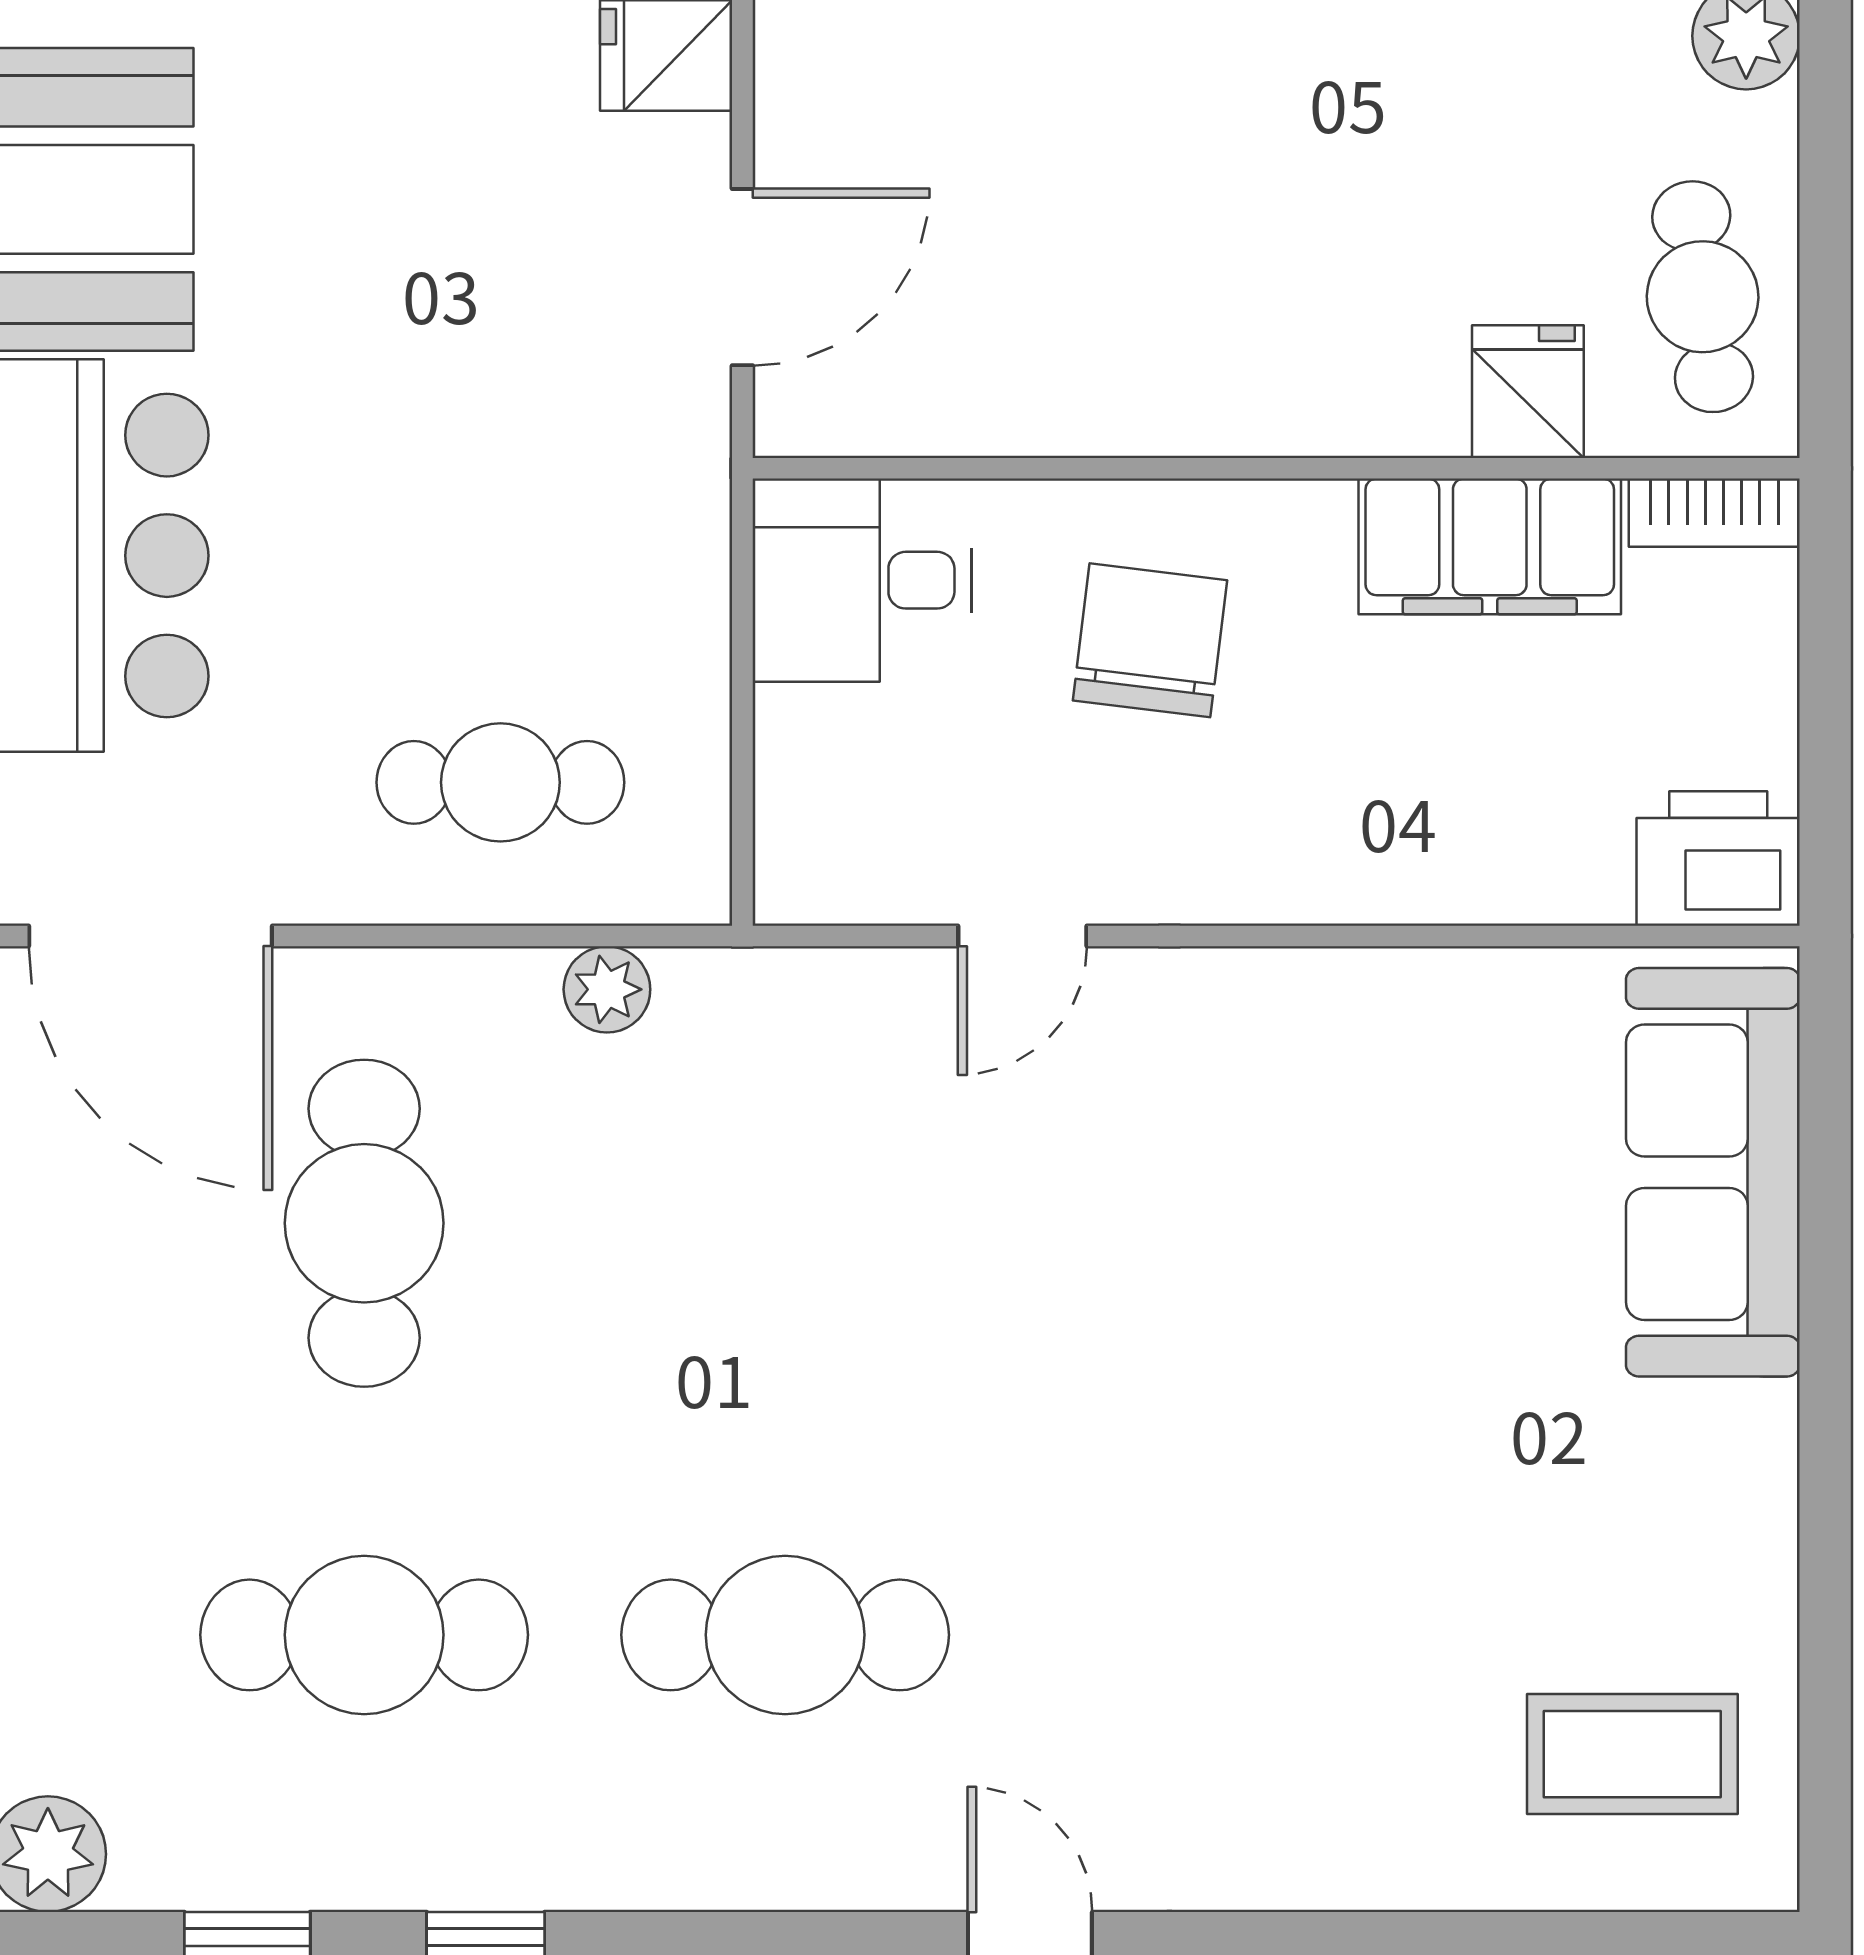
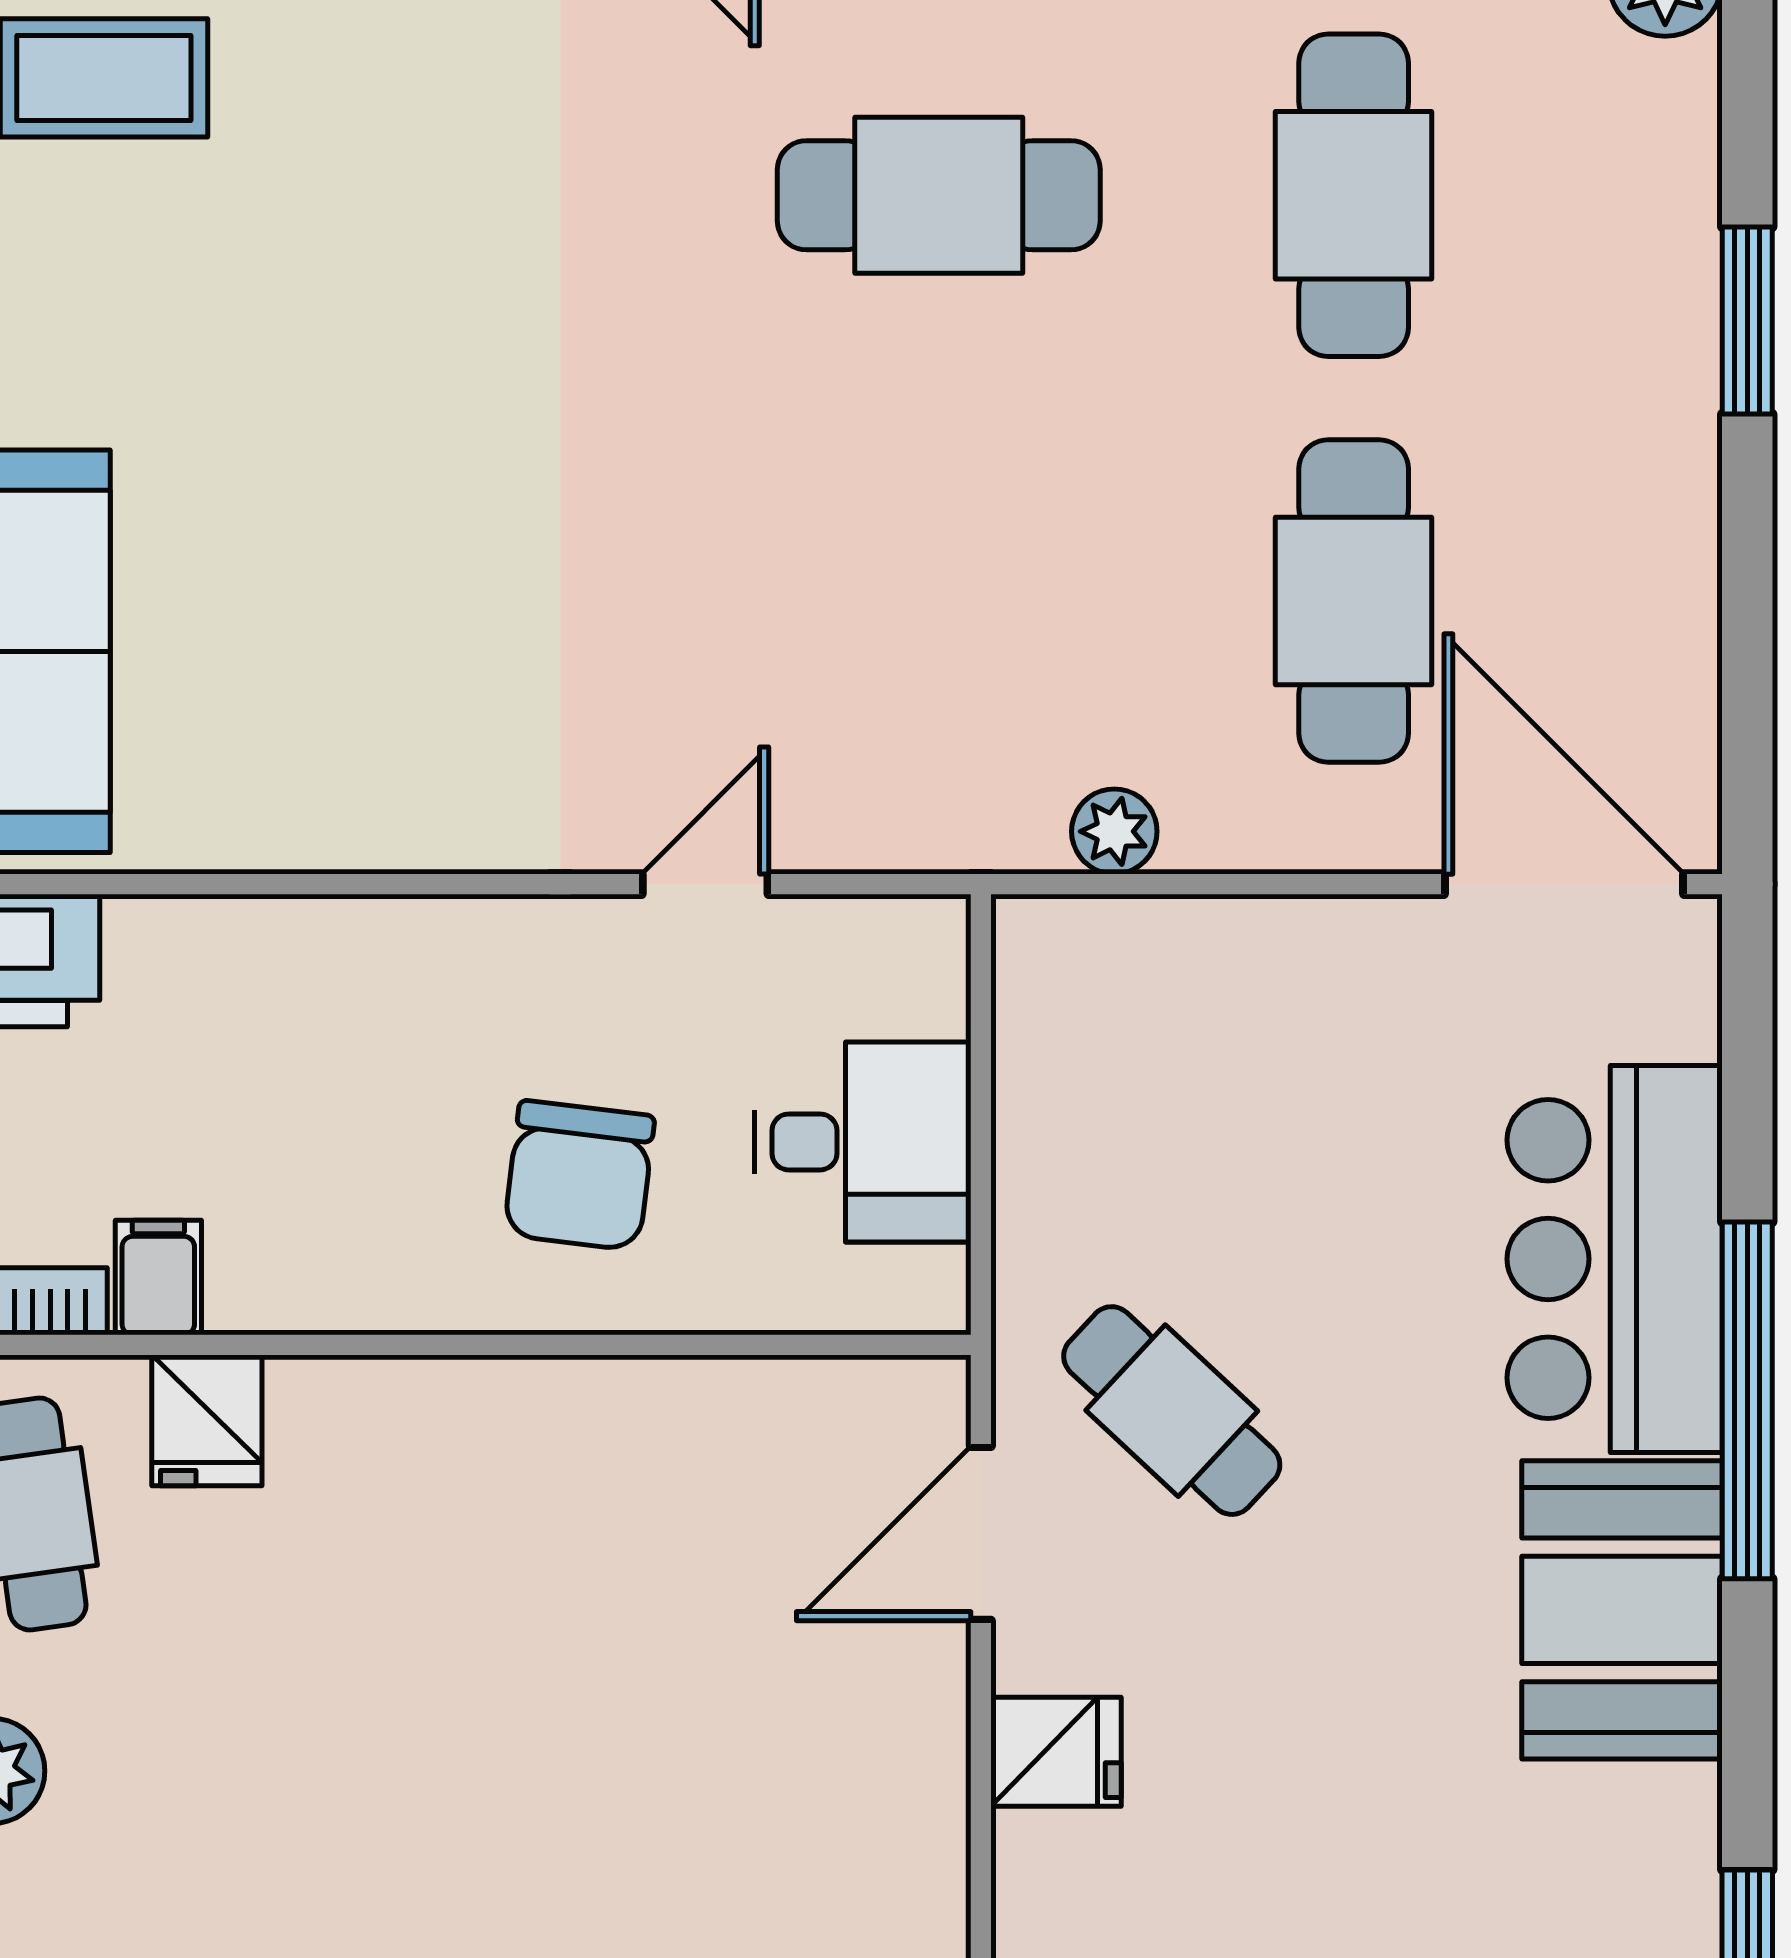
filing cabinet: (1490, 546) -> (158, 1277), width x0.33, depth x0.86
desk: (862, 580) -> (863, 1142), moved
cafe table: (500, 782) -> (1172, 1411), moved, turned 43
cafe table: (364, 1635) -> (1354, 195), turned 90

